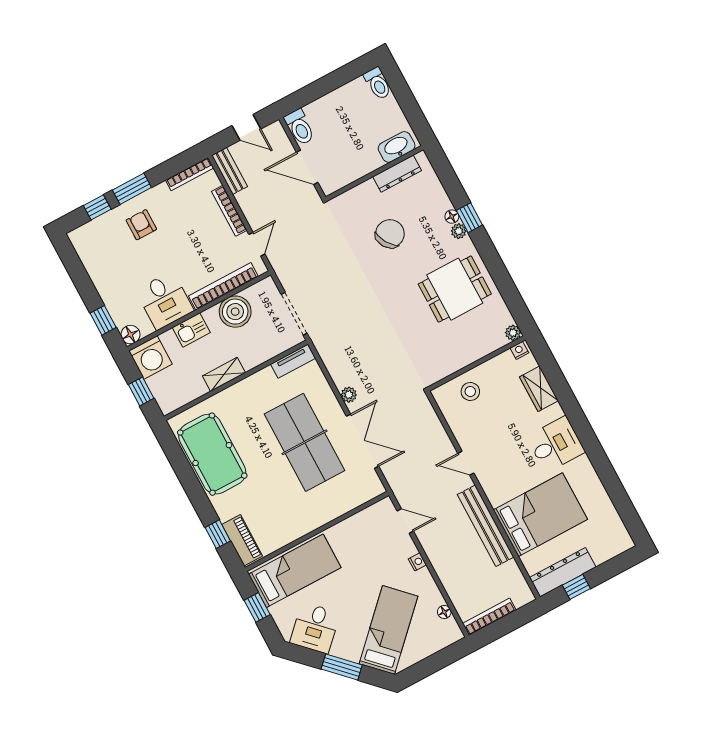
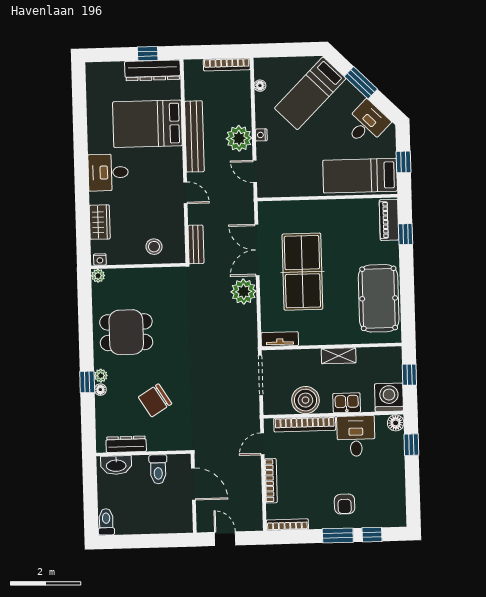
toilet: (300, 127) -> (158, 469), moved, turned 180
bench: (229, 171) -> (196, 244), moved
plant: (349, 395) -> (244, 292), width x1.87, depth x1.87
plant: (439, 547) -> (239, 138), added

